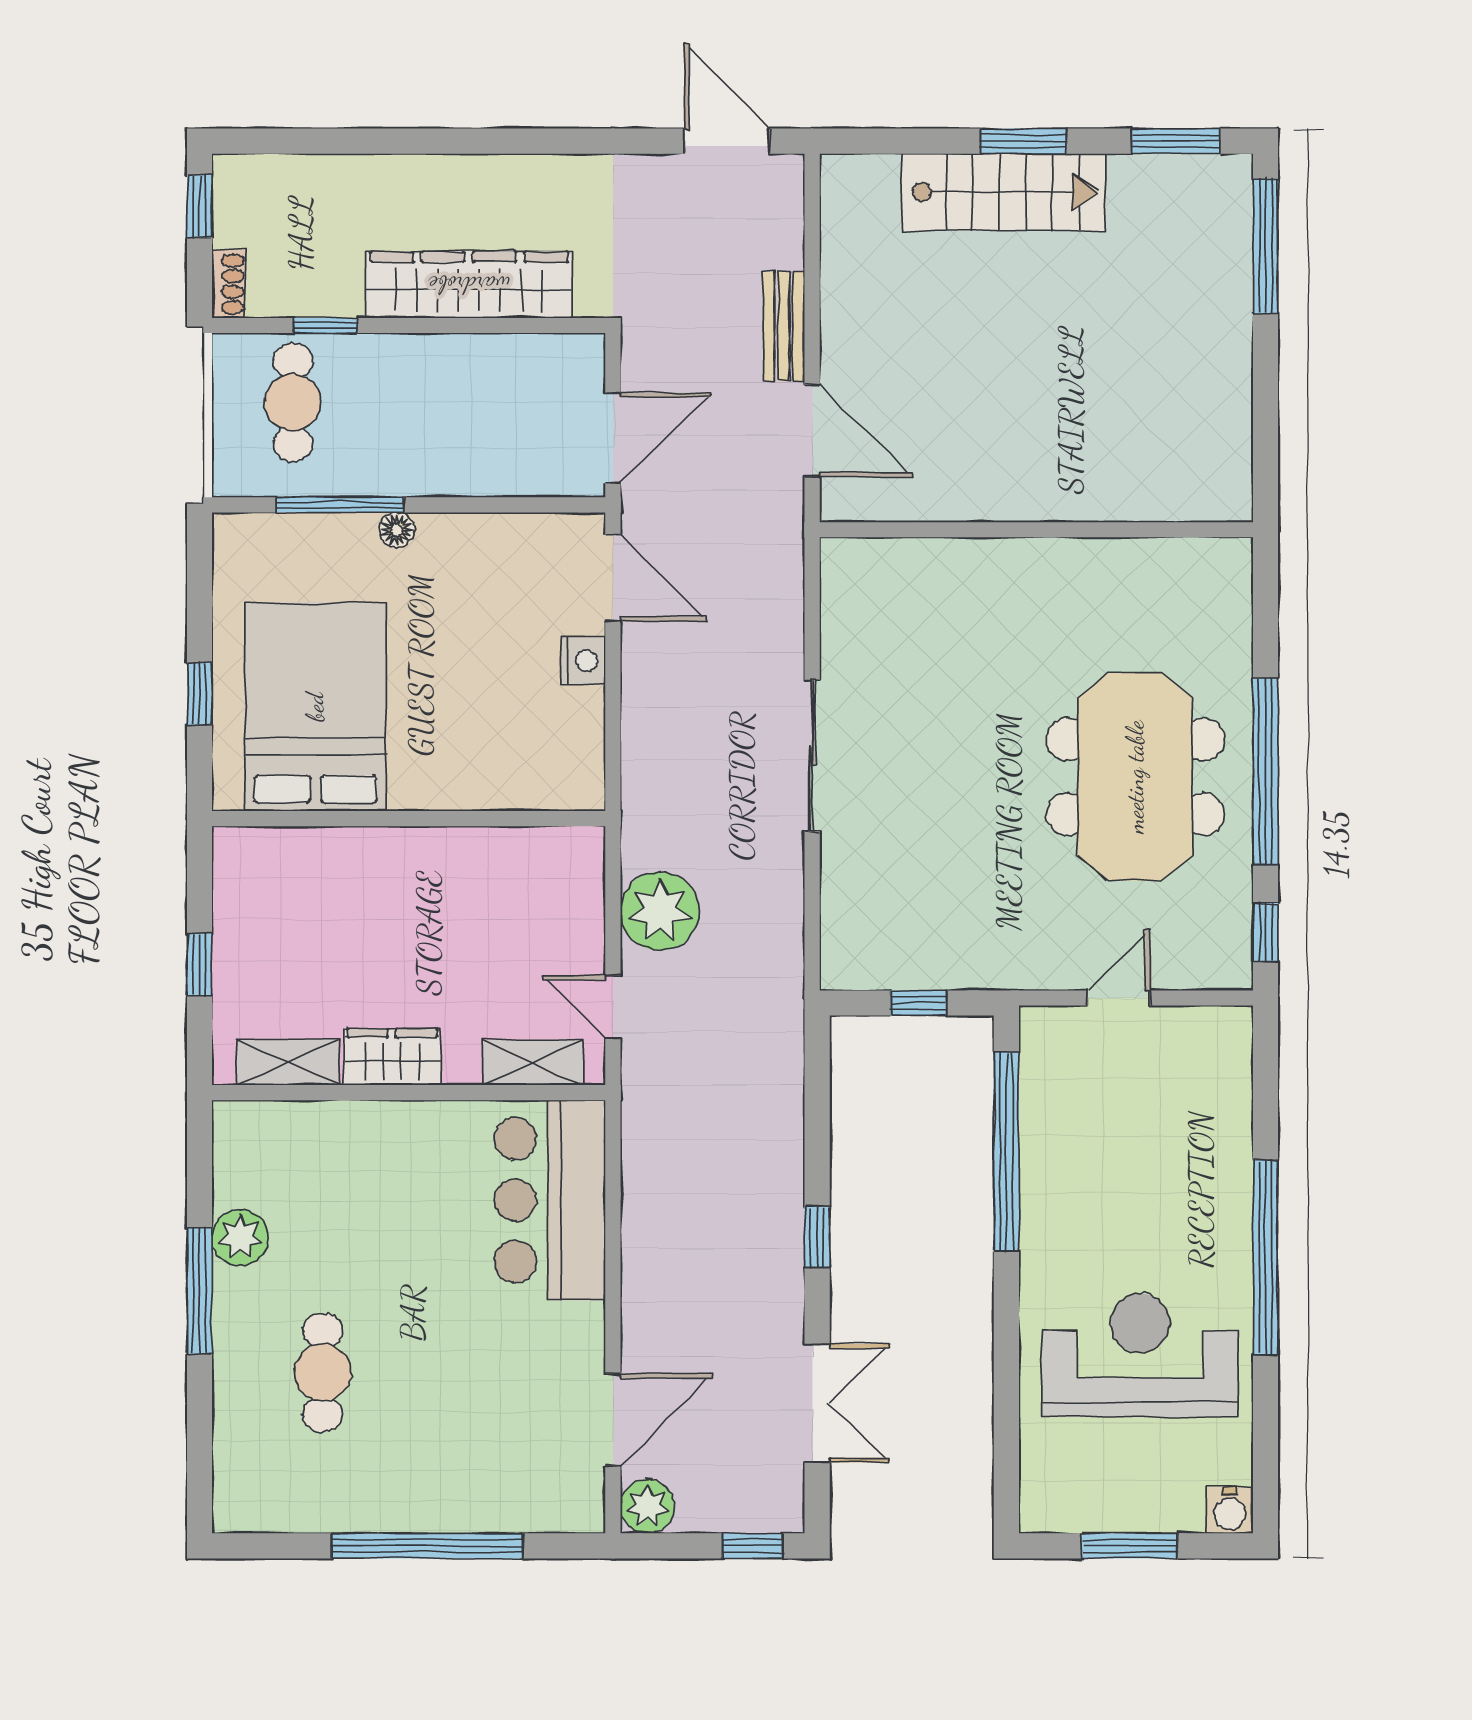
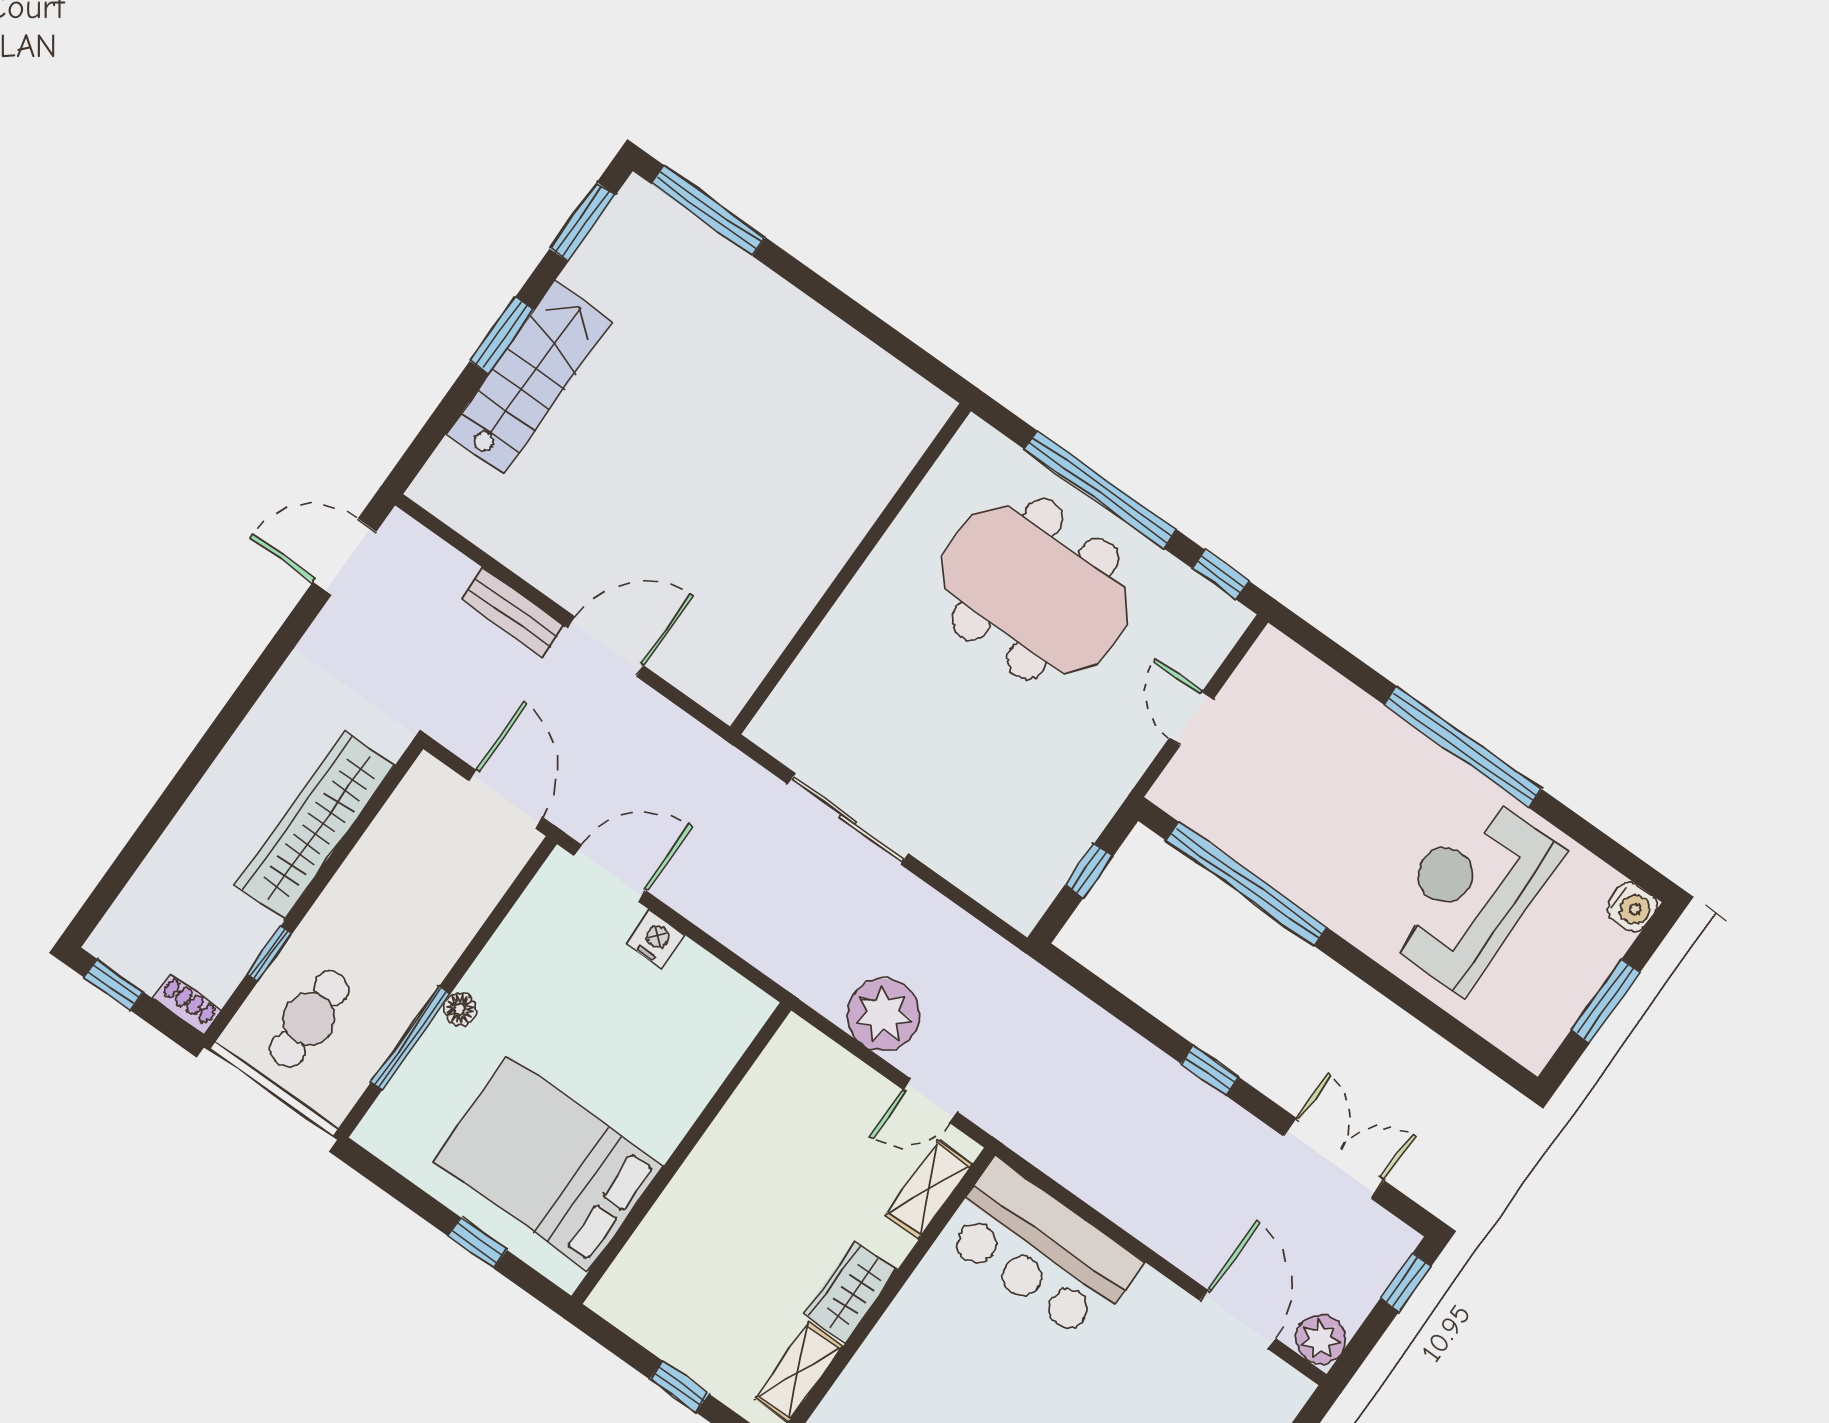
cafe table: (293, 402) -> (309, 1019), turned 90
wall: (1036, 530) -> (850, 569), moved

